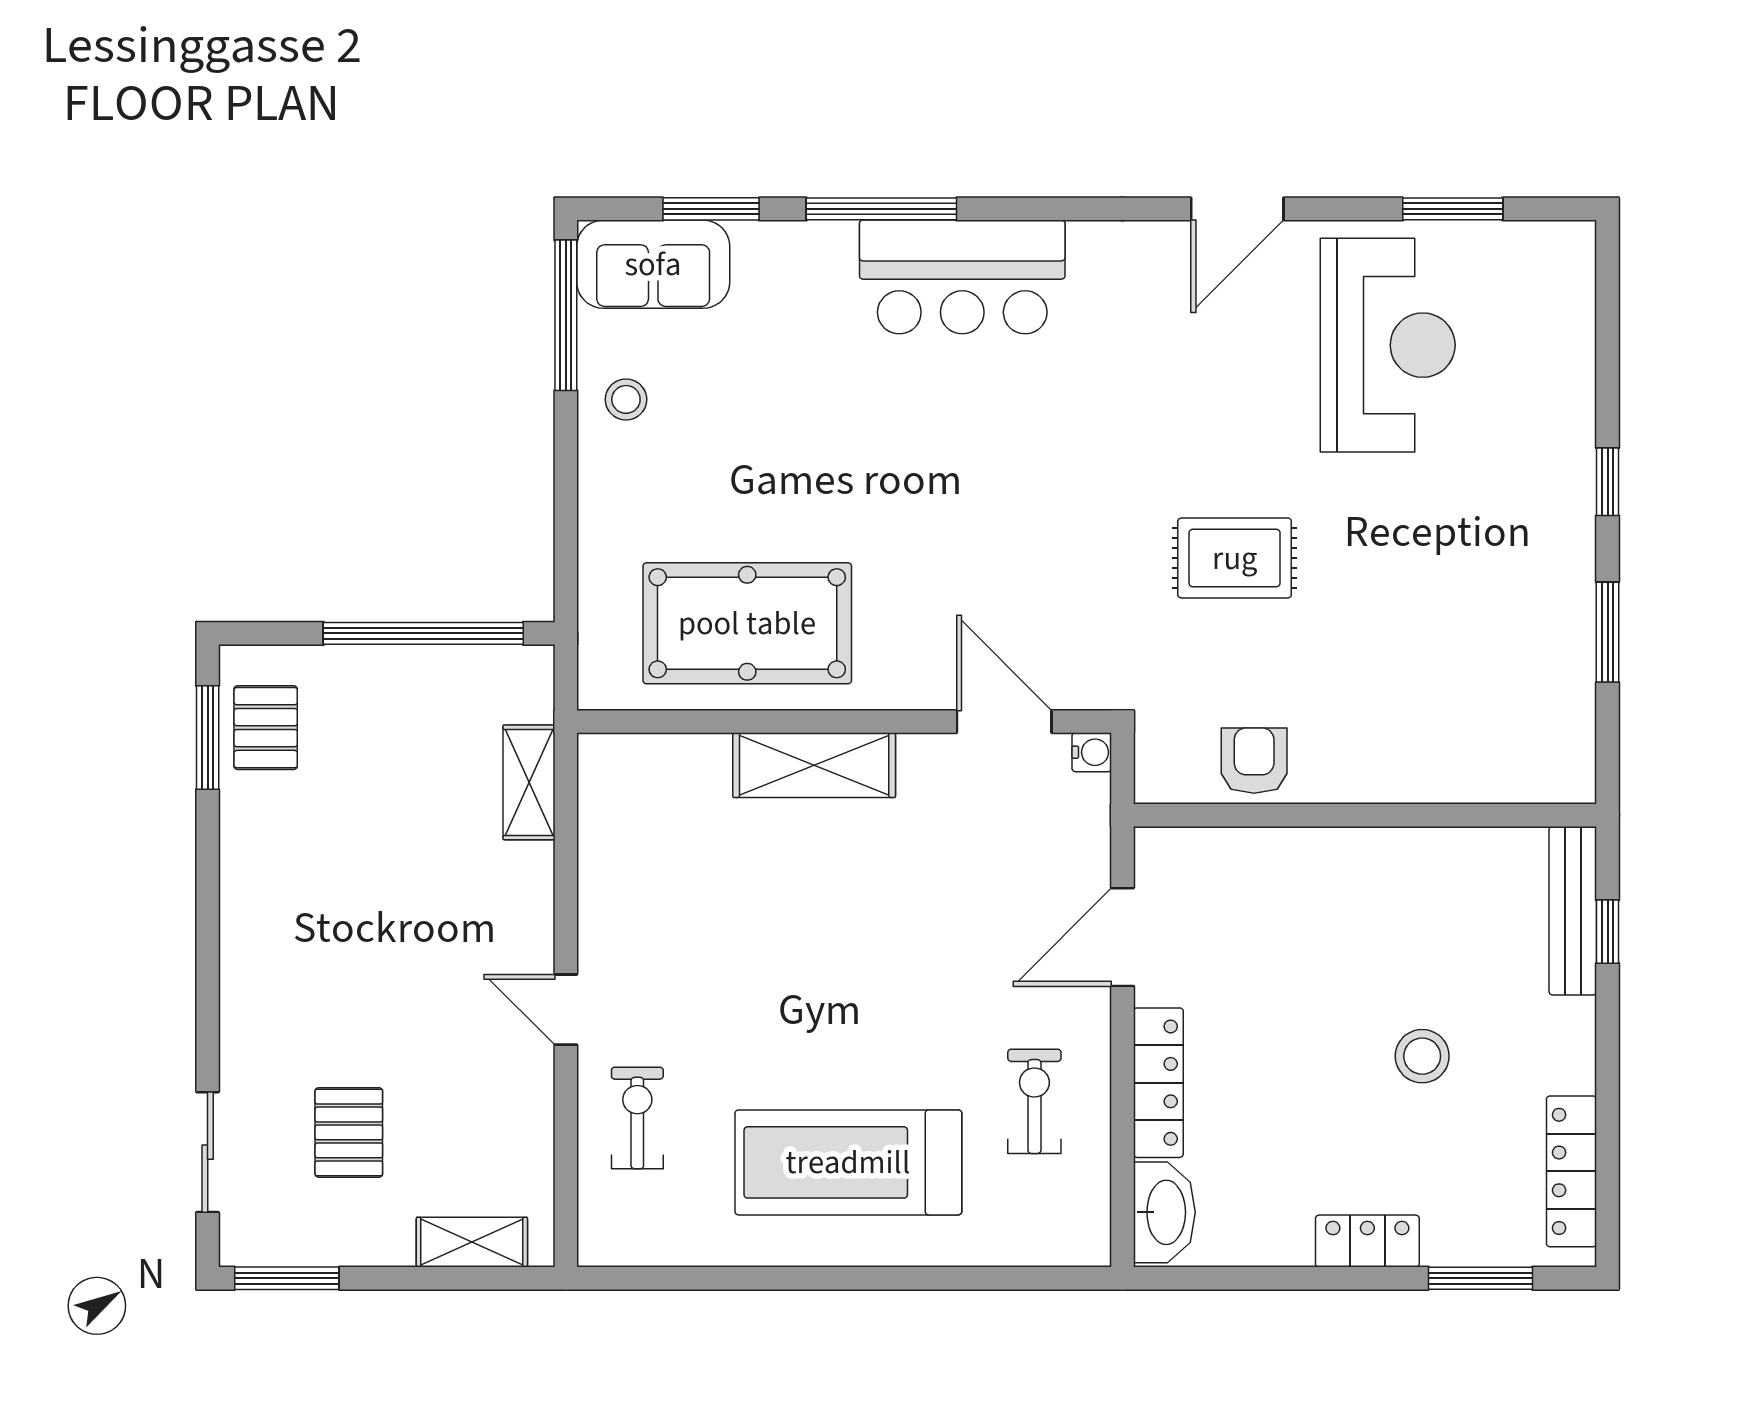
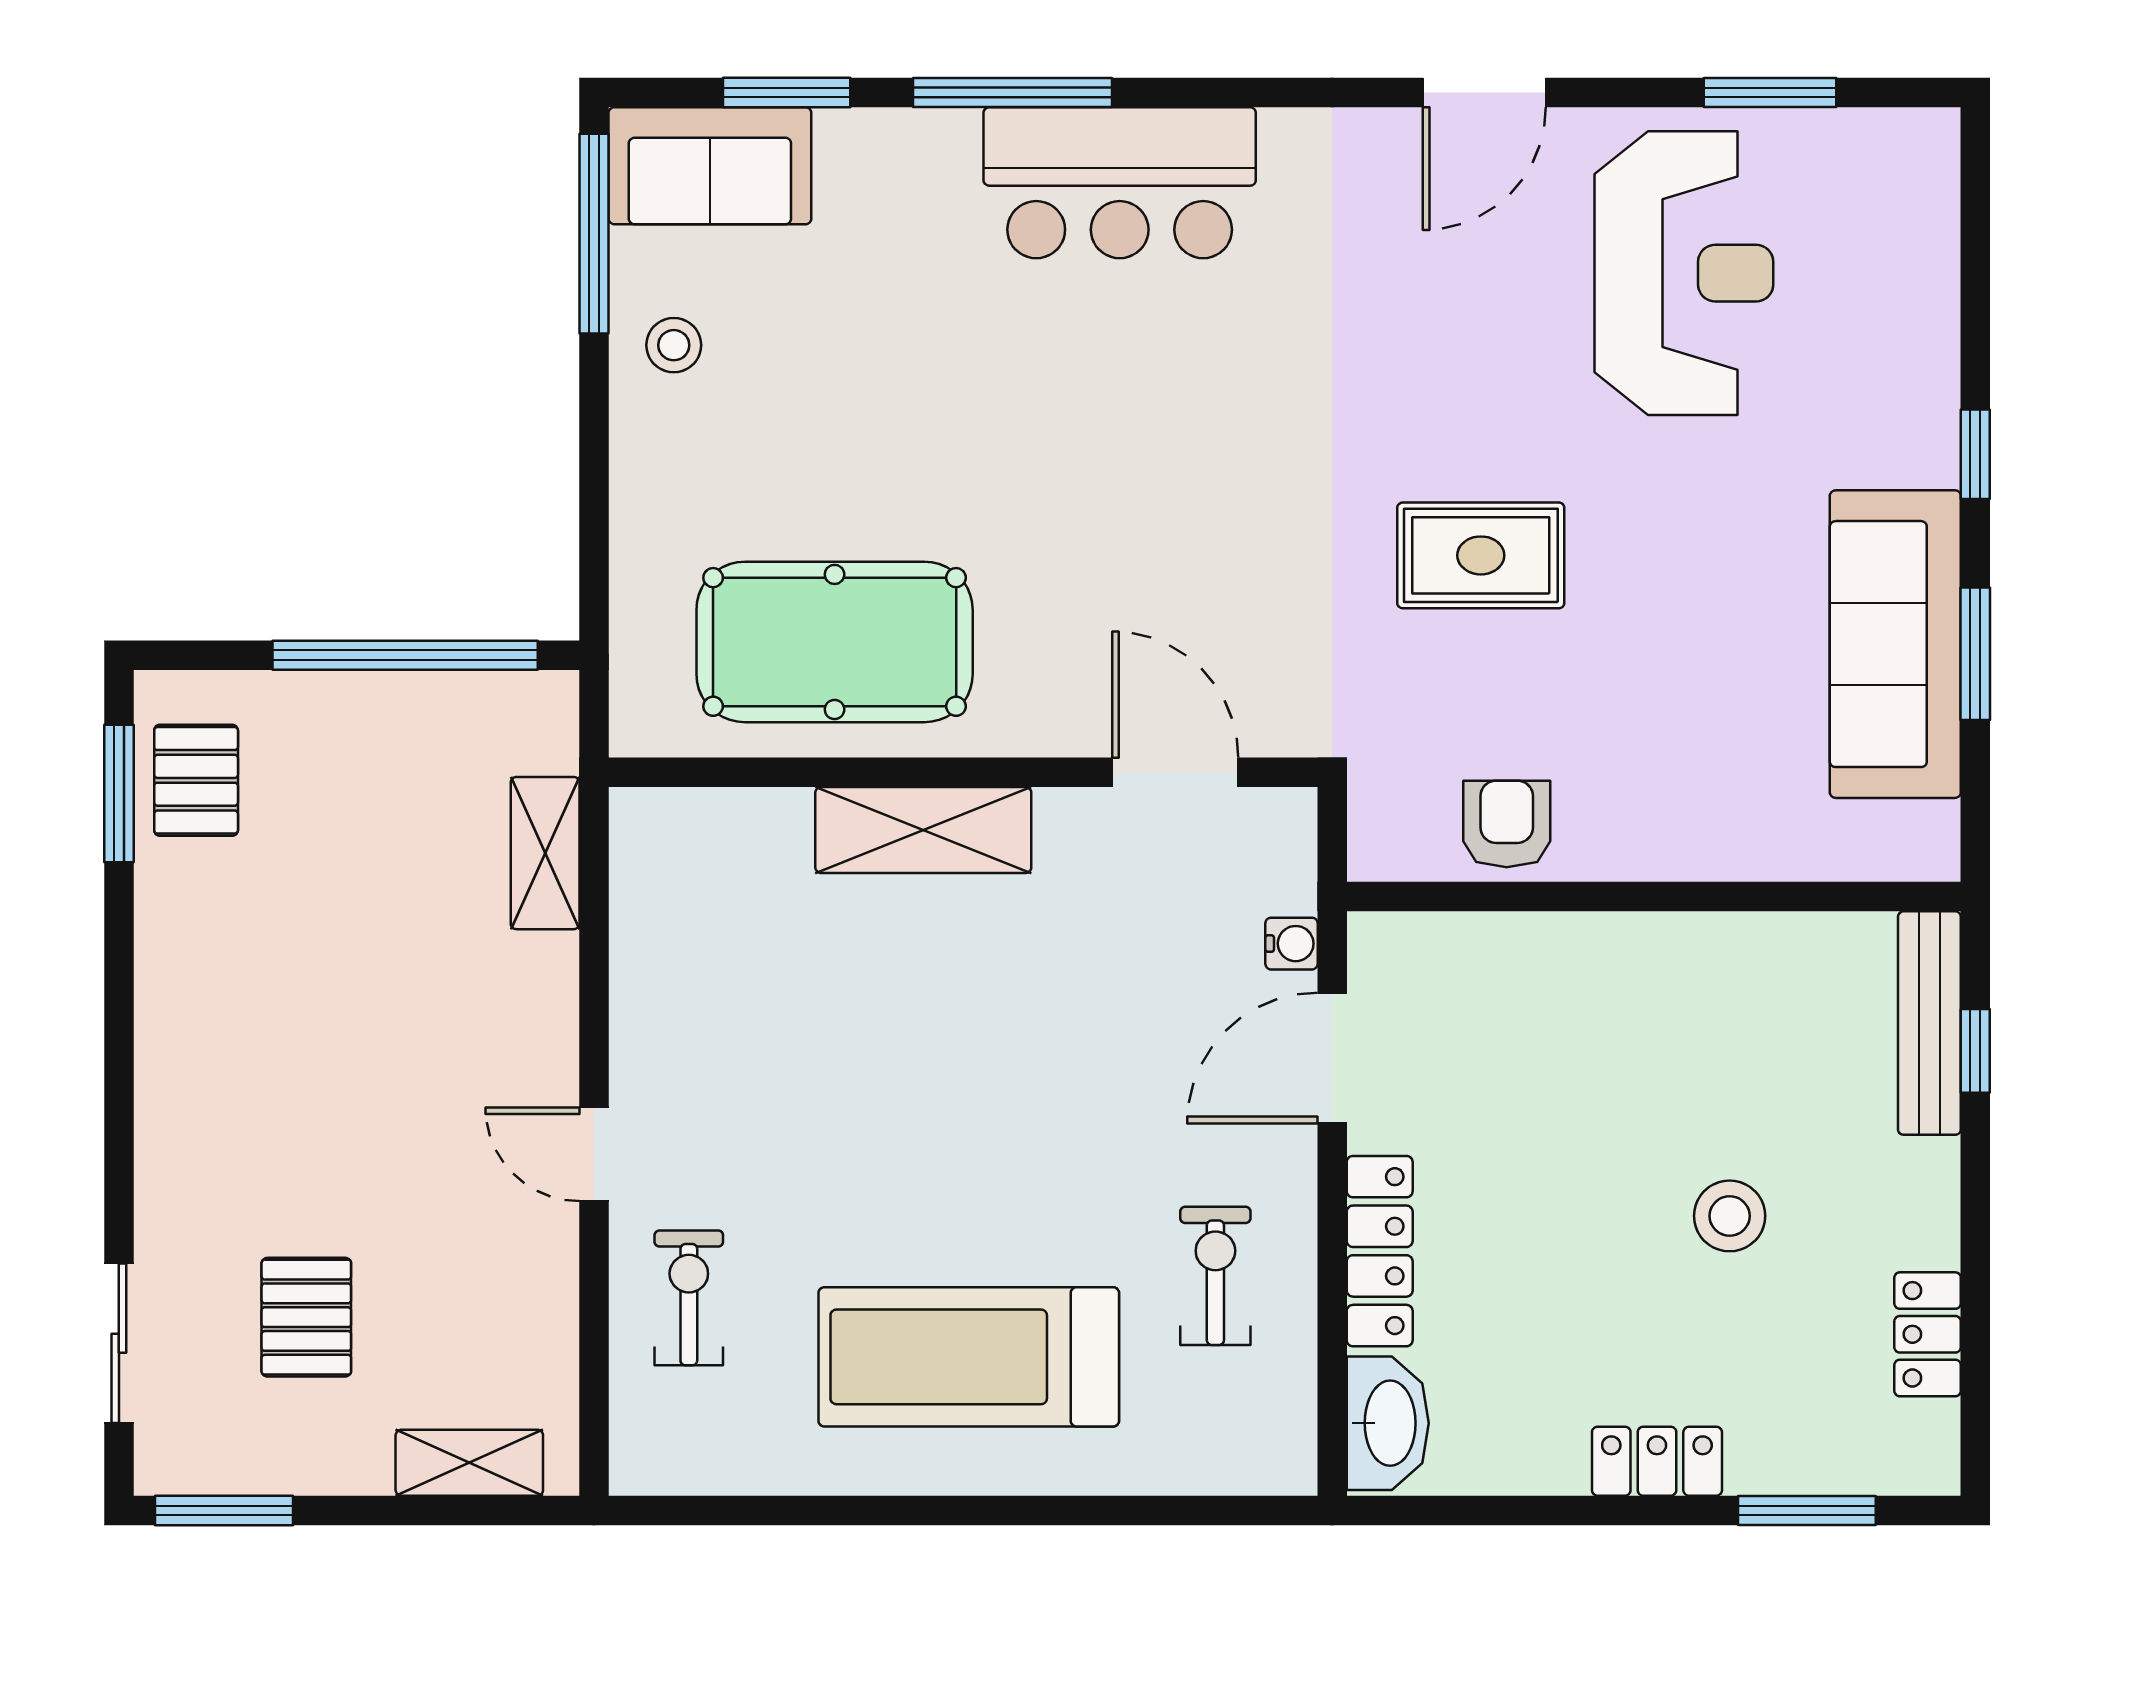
sofa: (1547, 625) -> (1895, 644), added
water cooler: (1092, 752) -> (1292, 944), moved
locker: (1572, 1171) -> (1928, 1334), width x0.66

